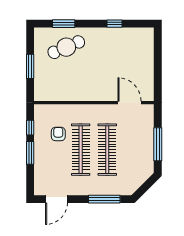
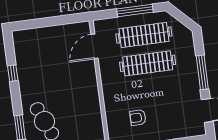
clothes rail: (81, 150) -> (144, 35), moved
window: (104, 199) -> (202, 72), moved

